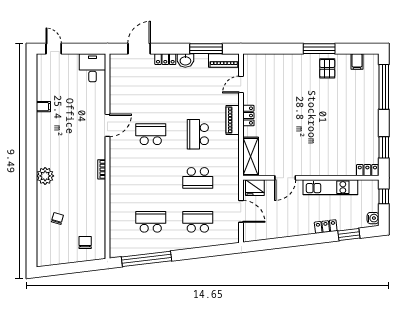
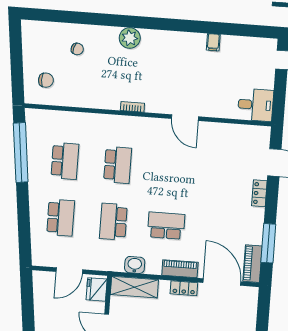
washbasin: (185, 60) -> (135, 265), moved, turned 90
door: (241, 85) -> (222, 282), width x1.87
school desk: (151, 134) -> (118, 165), moved

